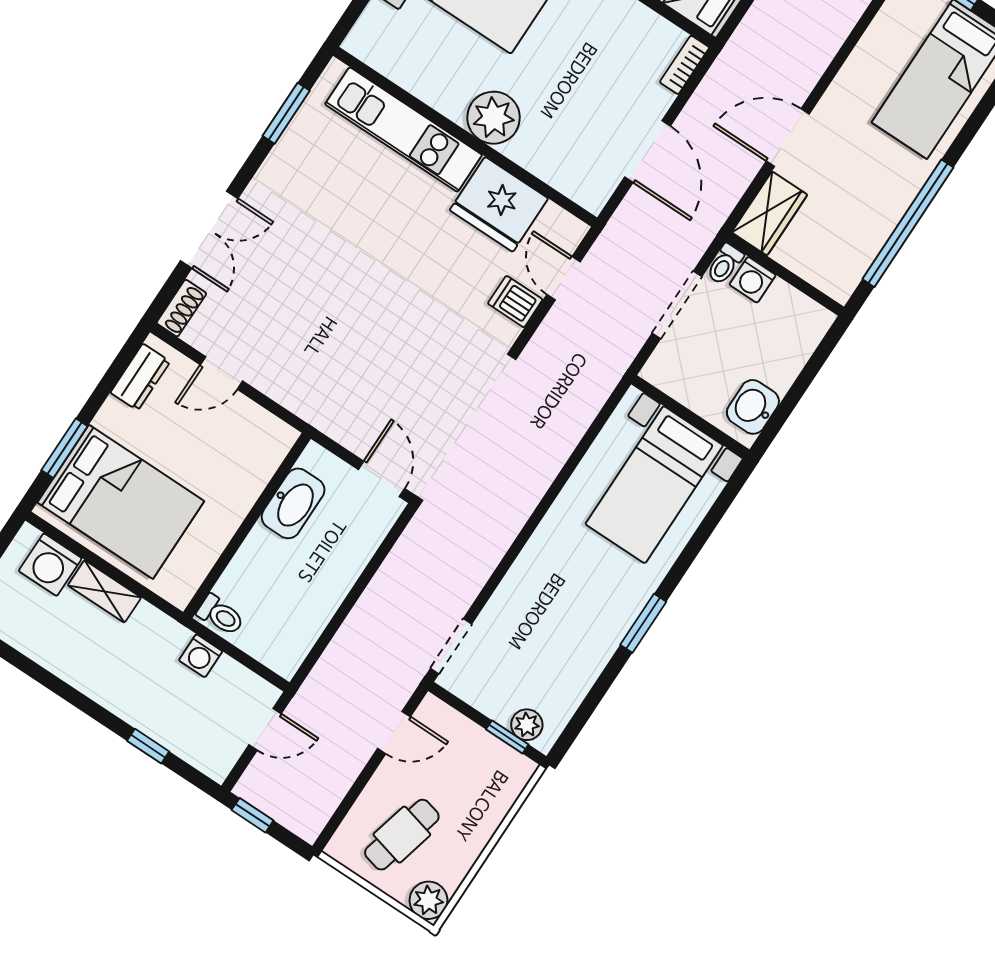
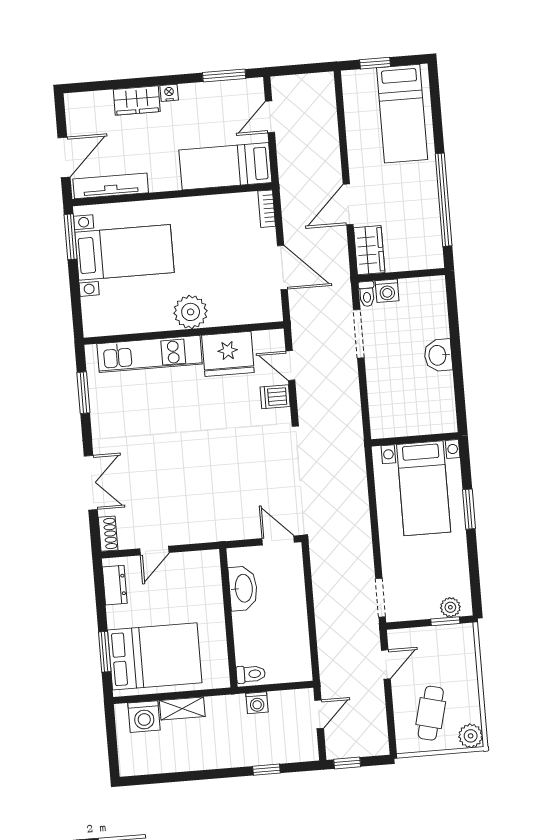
wall: (690, 417) -> (415, 439), moved
bed with nightstands: (654, 485) -> (424, 488), moved

